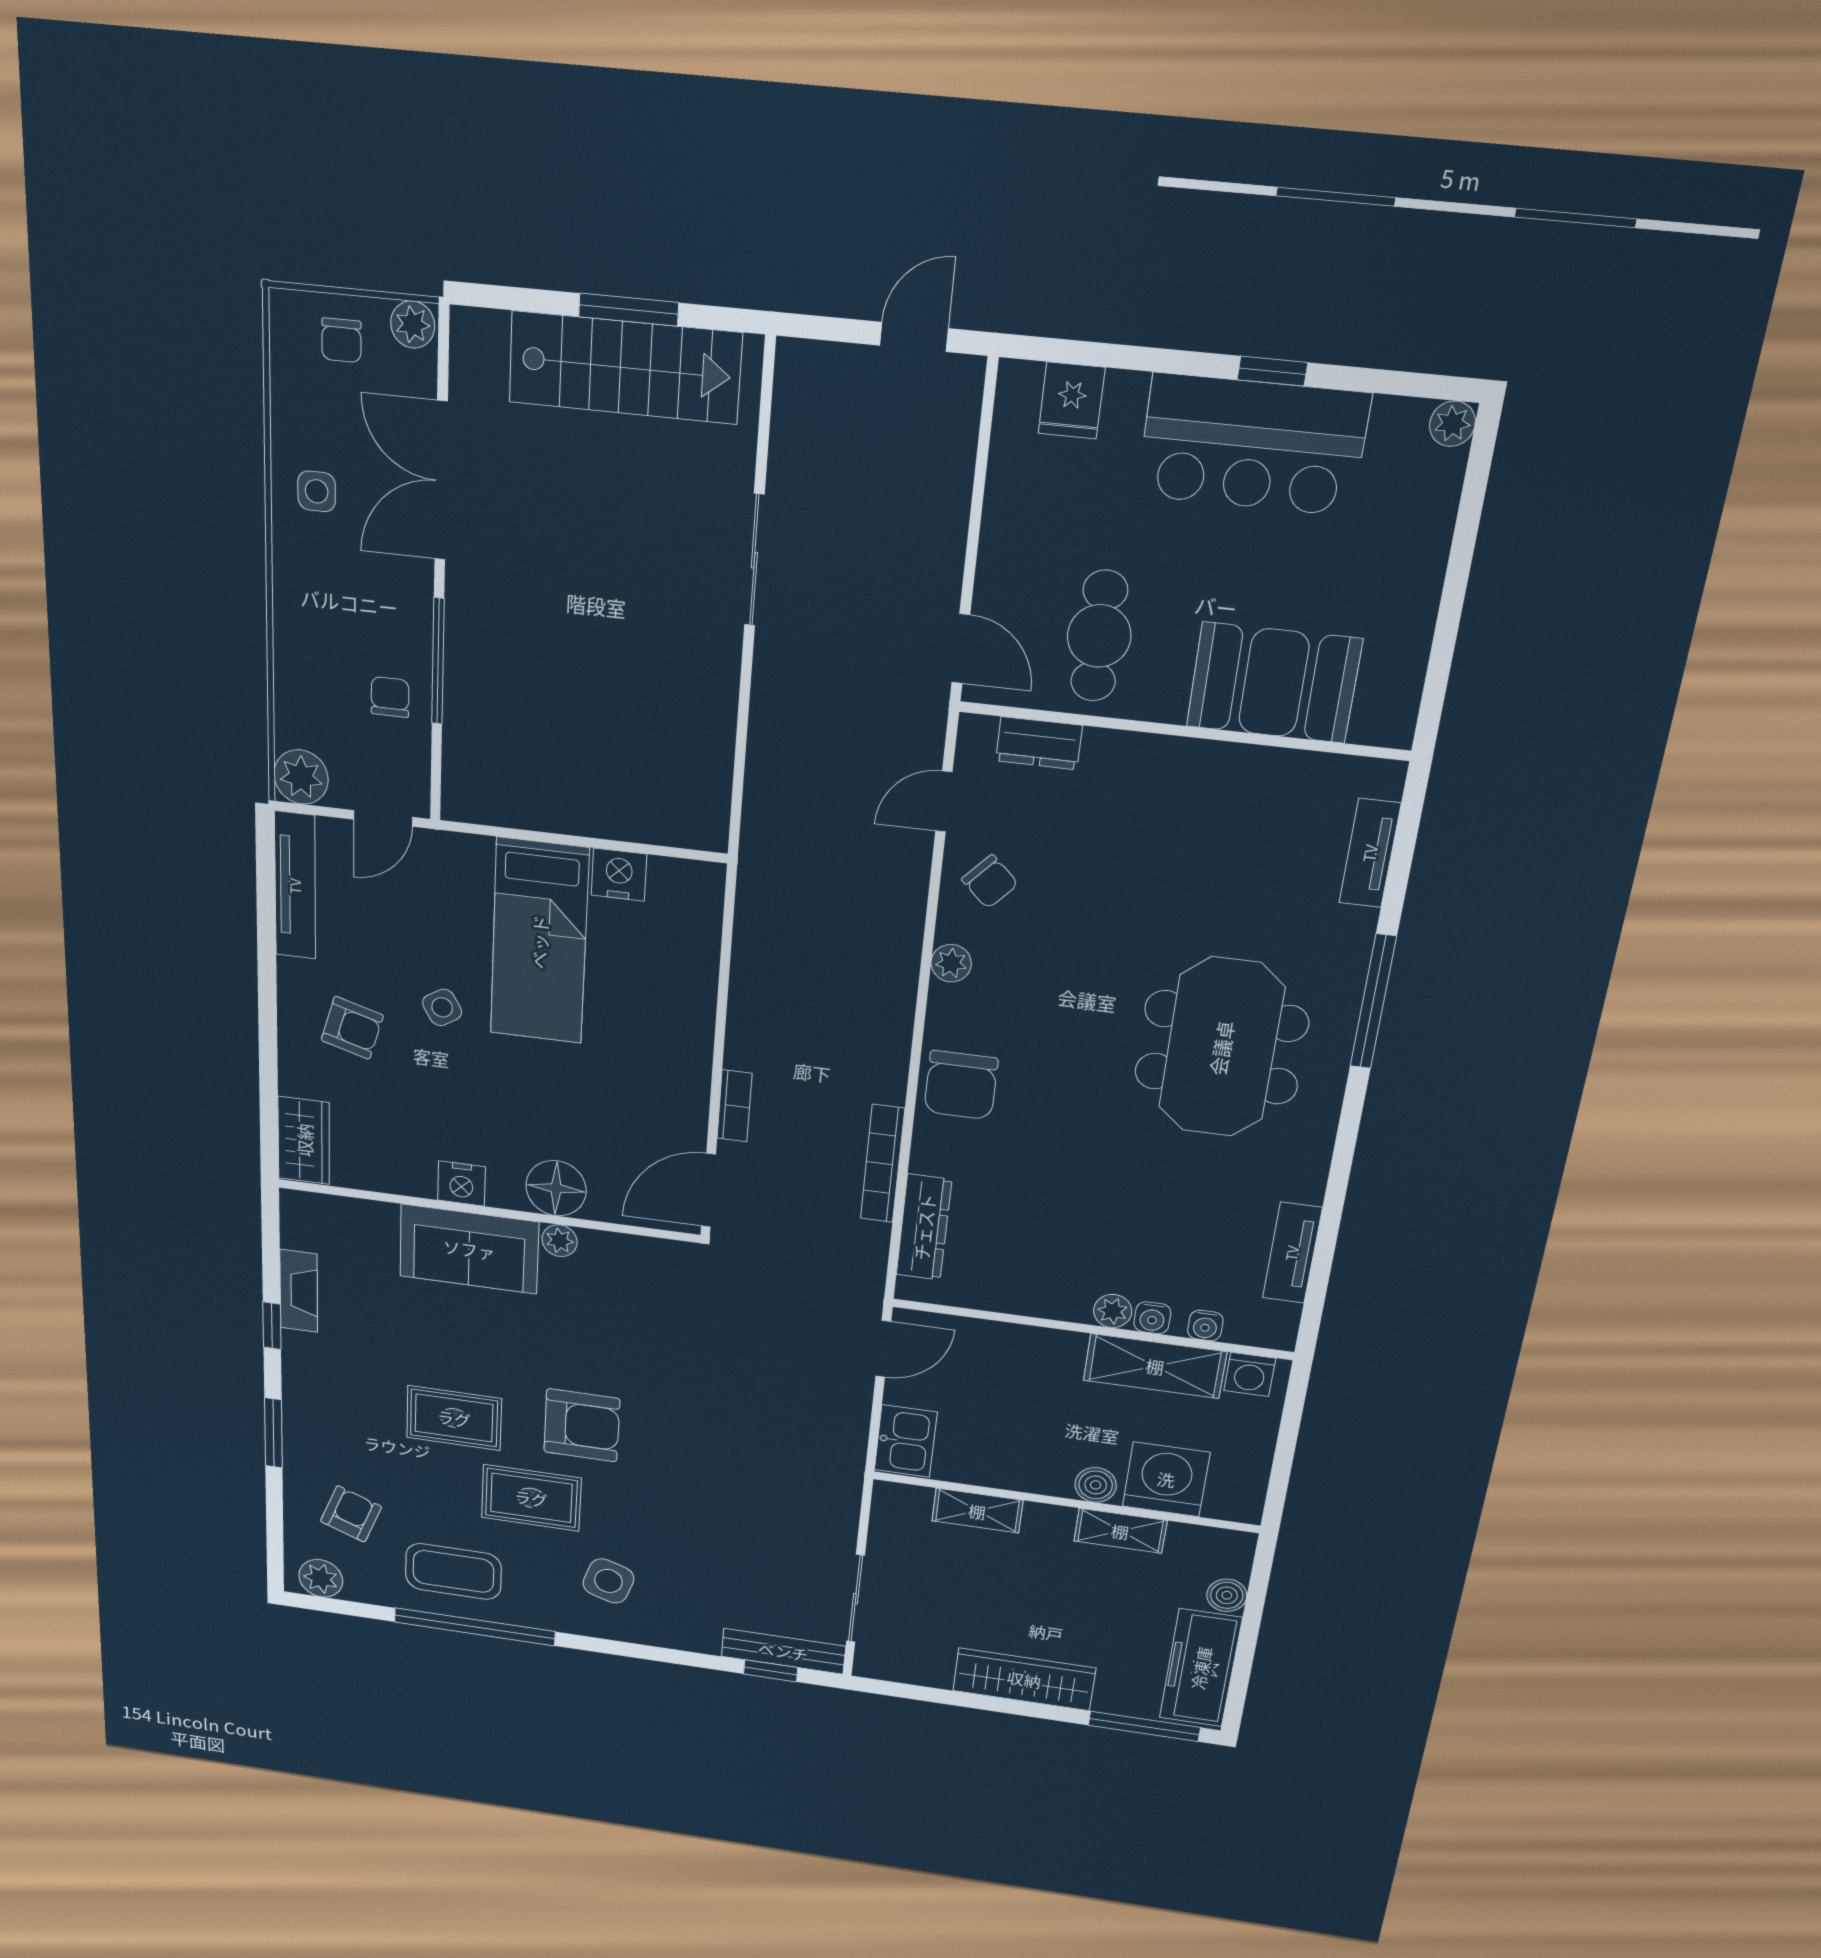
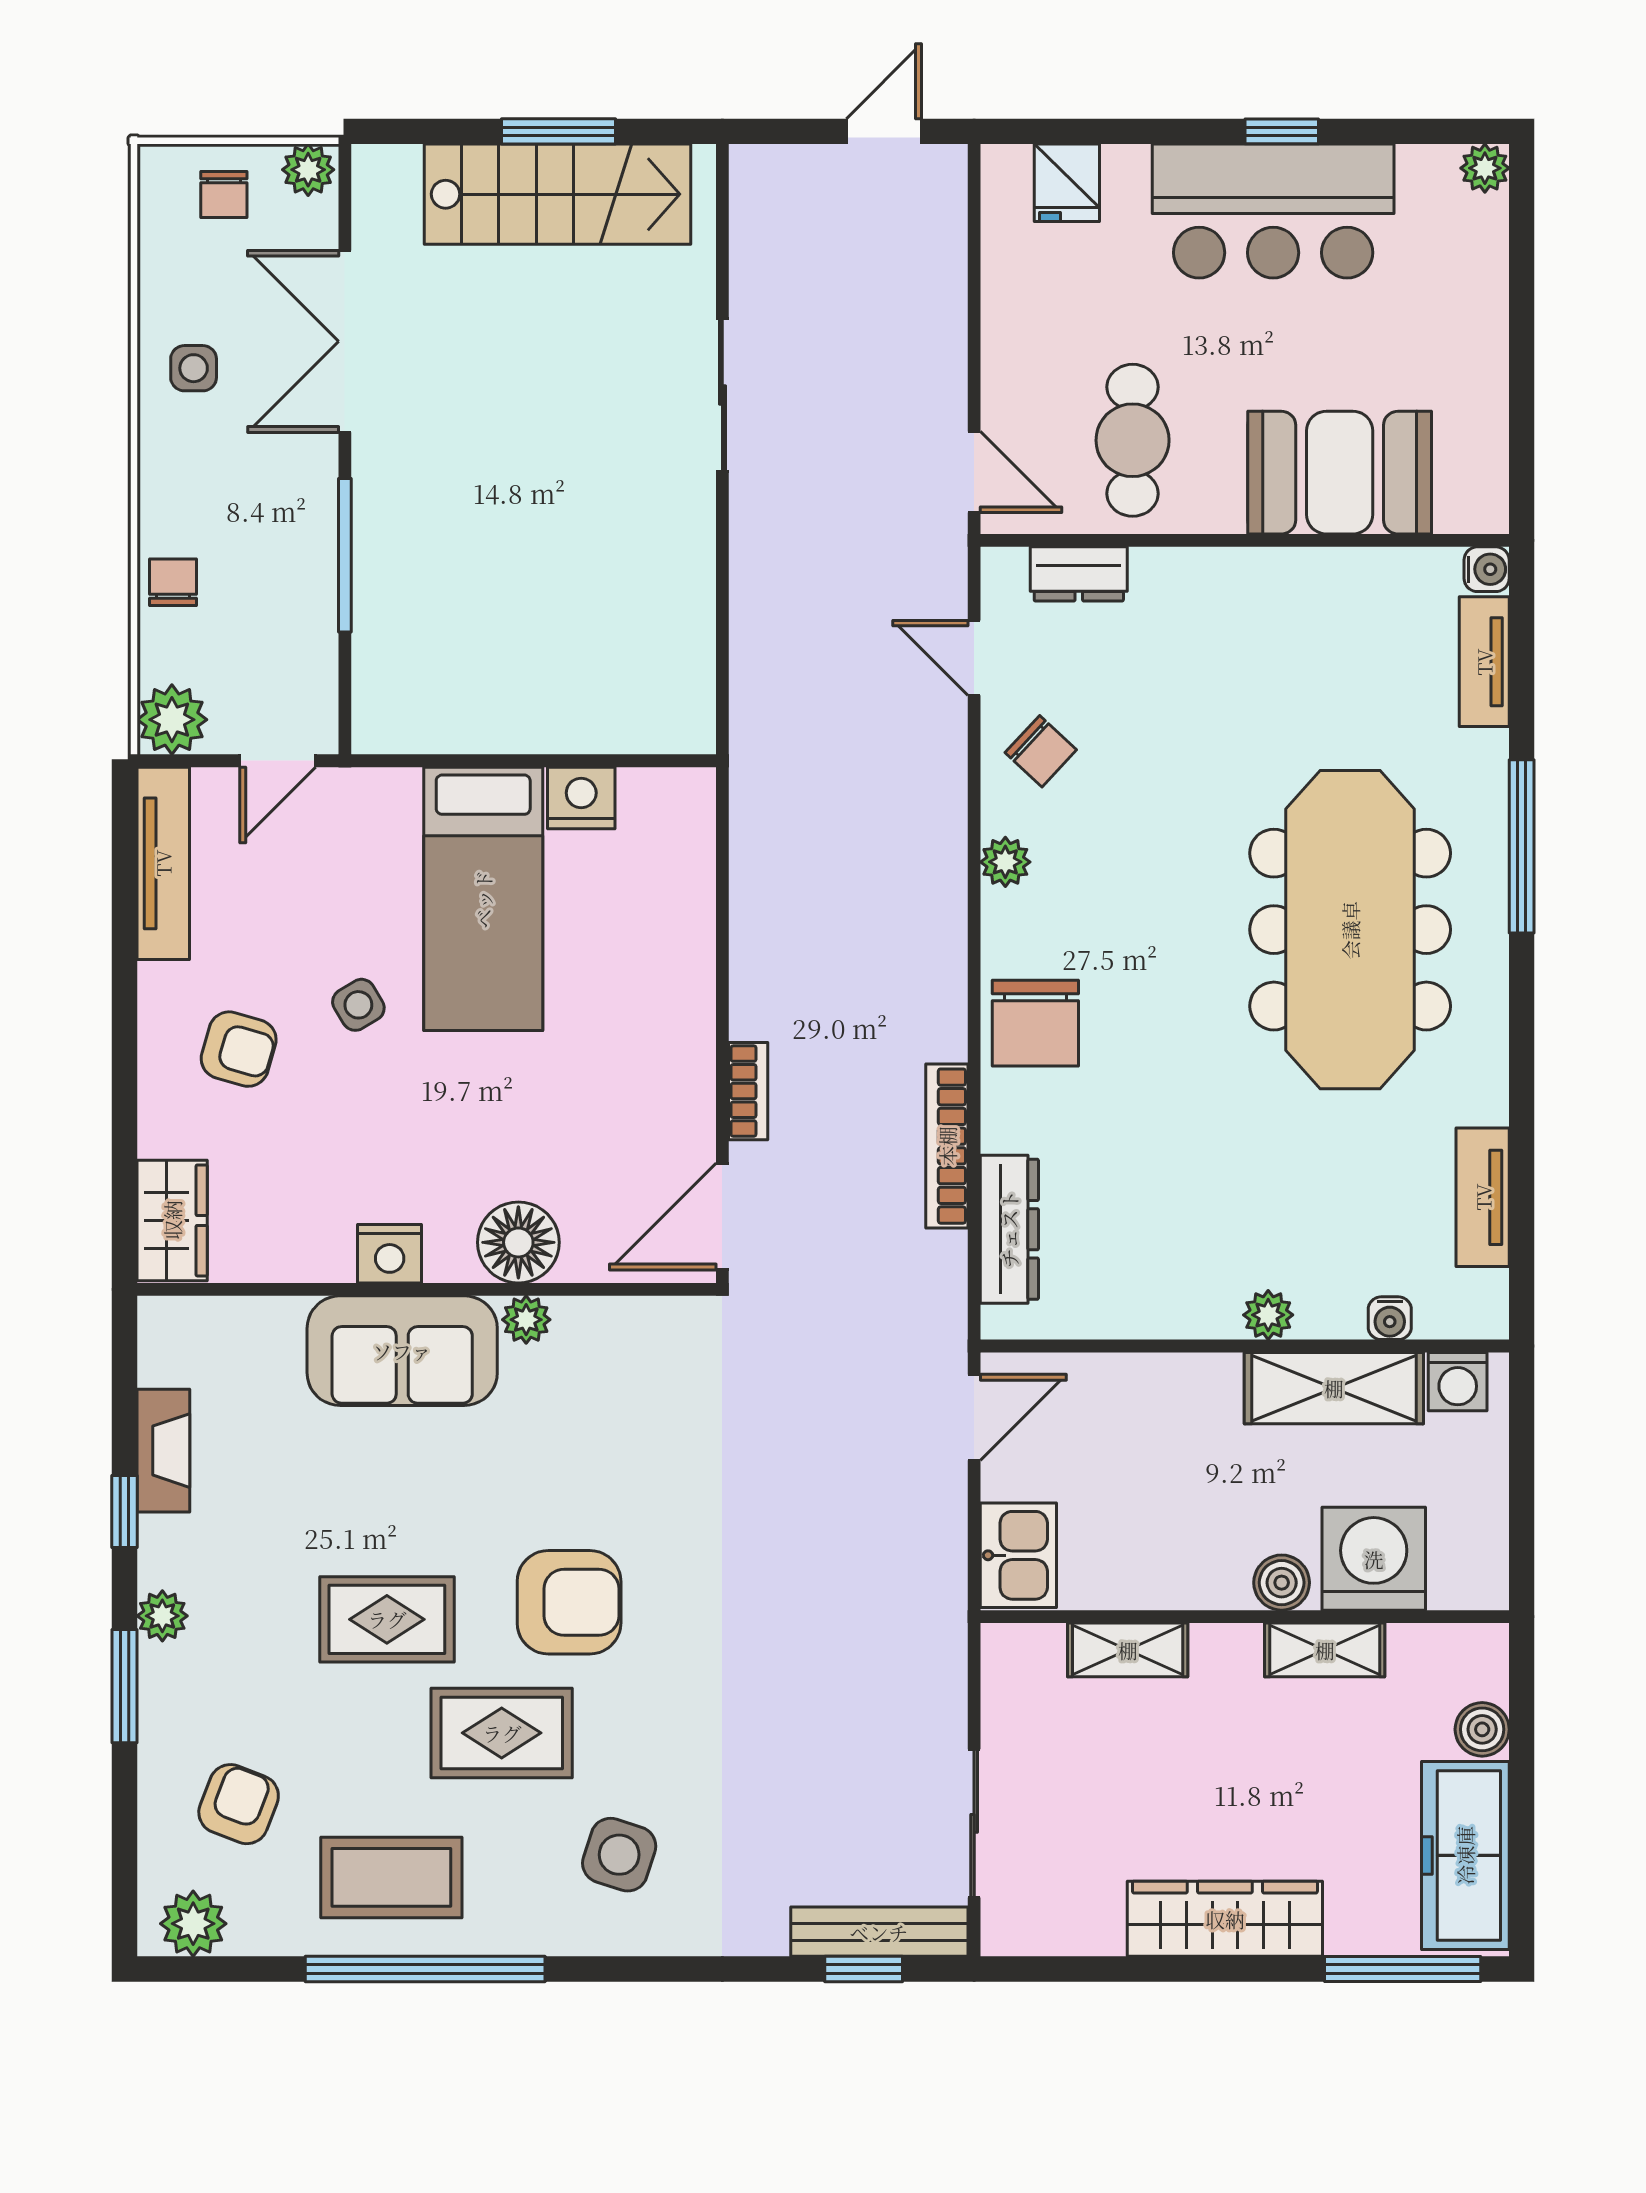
chair: (390, 697) -> (173, 582), moved
door: (944, 802) -> (974, 658), hinge flipped
meeting table: (1221, 1048) -> (1350, 930), width x1.36
water cooler: (1152, 1318) -> (1487, 569), moved, turned -90
plant: (299, 1394) -> (162, 1616), added

